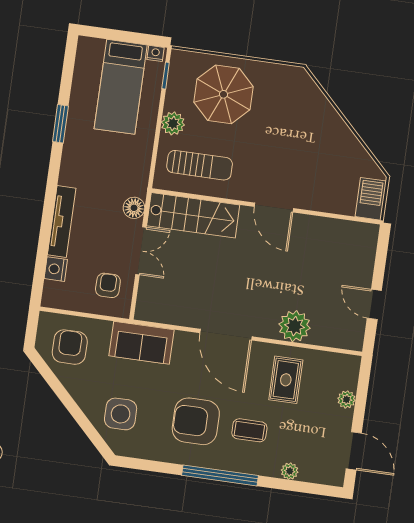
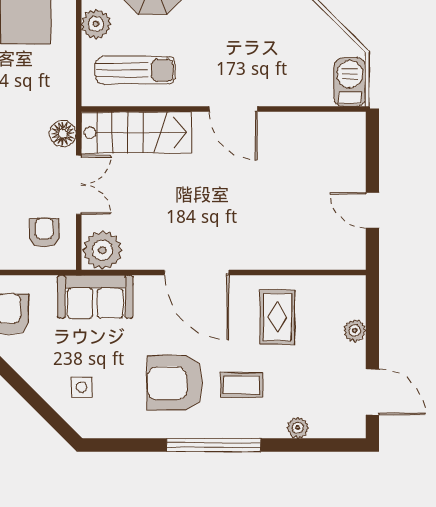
plant: (294, 326) -> (102, 250), moved
side table: (121, 414) -> (82, 387), width x0.54, depth x0.54

